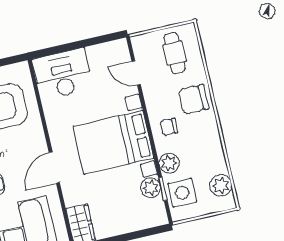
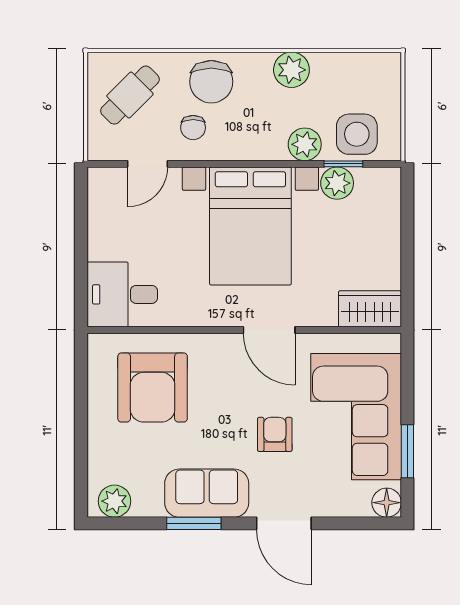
cafe table: (174, 53) -> (130, 95), turned -45
desk: (63, 74) -> (122, 294), width x0.73
chair: (169, 127) -> (193, 128), moved
plant: (221, 185) -> (291, 70), moved

